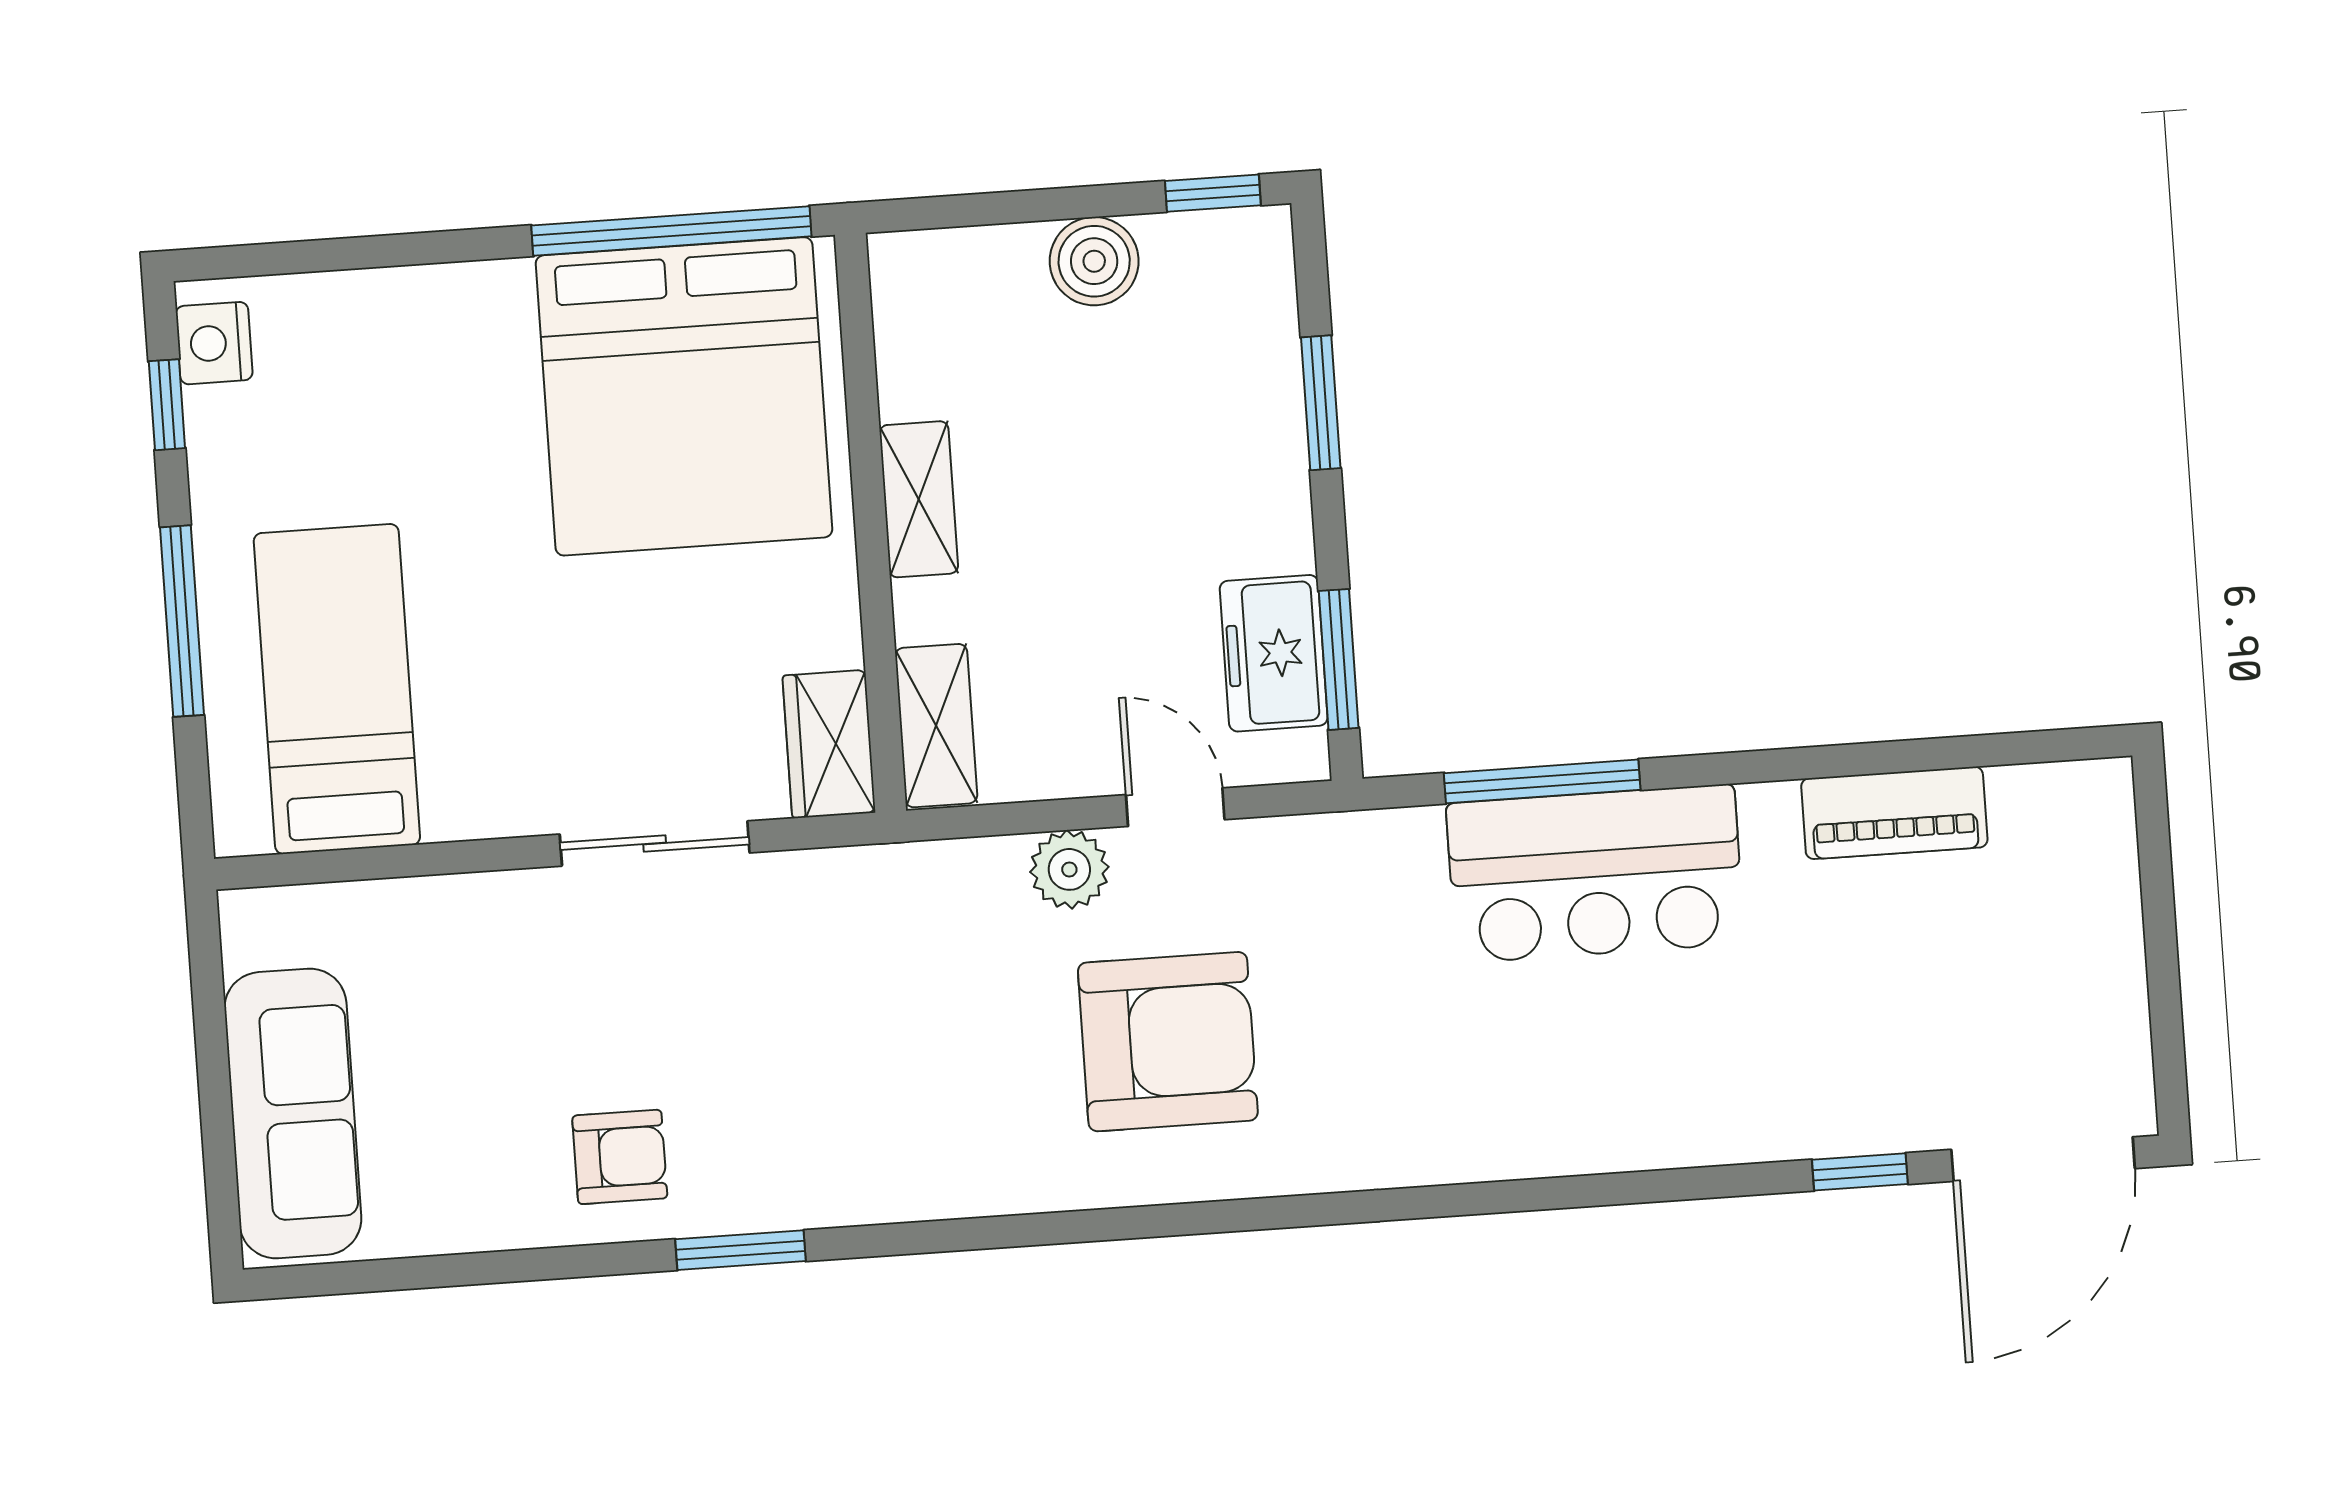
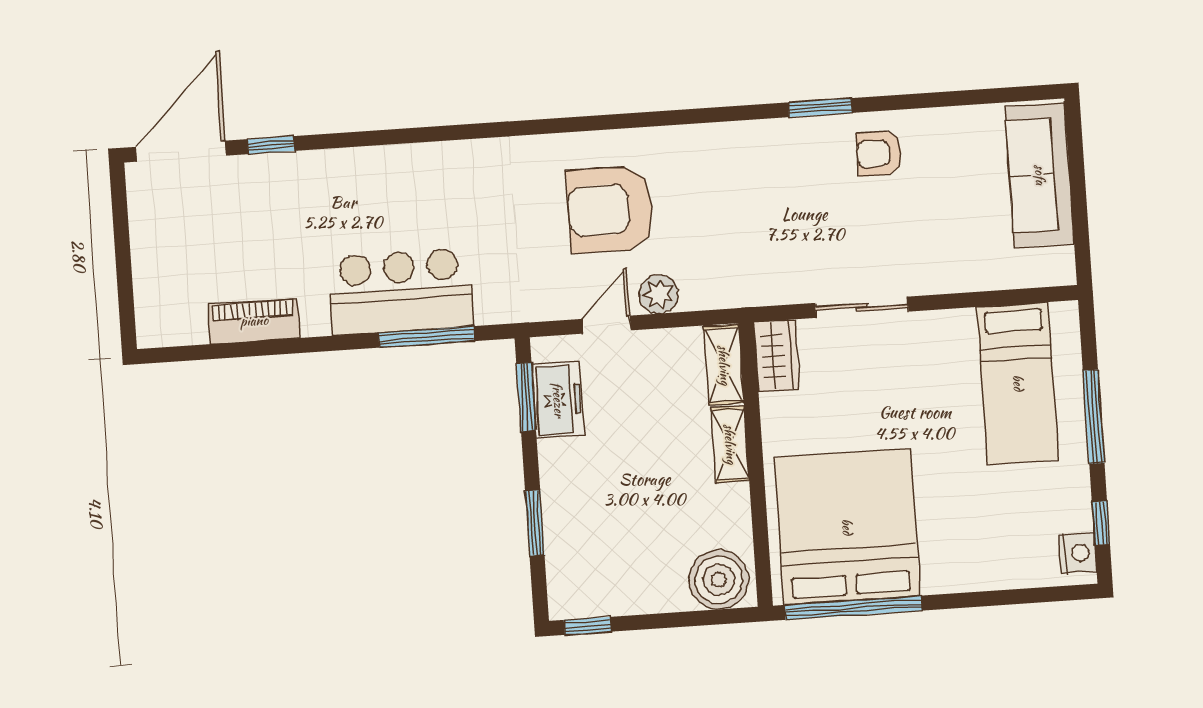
boiler: (1094, 261) -> (719, 580), moved, width x1.37, depth x1.37
shelving: (919, 499) -> (730, 444), moved
door: (1175, 807) -> (607, 325), swing flipped

